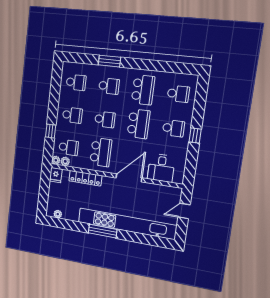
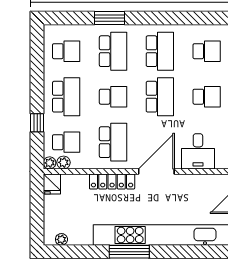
school desk: (109, 86) -> (113, 51), width x1.85
school desk: (72, 115) -> (66, 97), width x1.85
locker: (85, 178) -> (112, 181), moved

